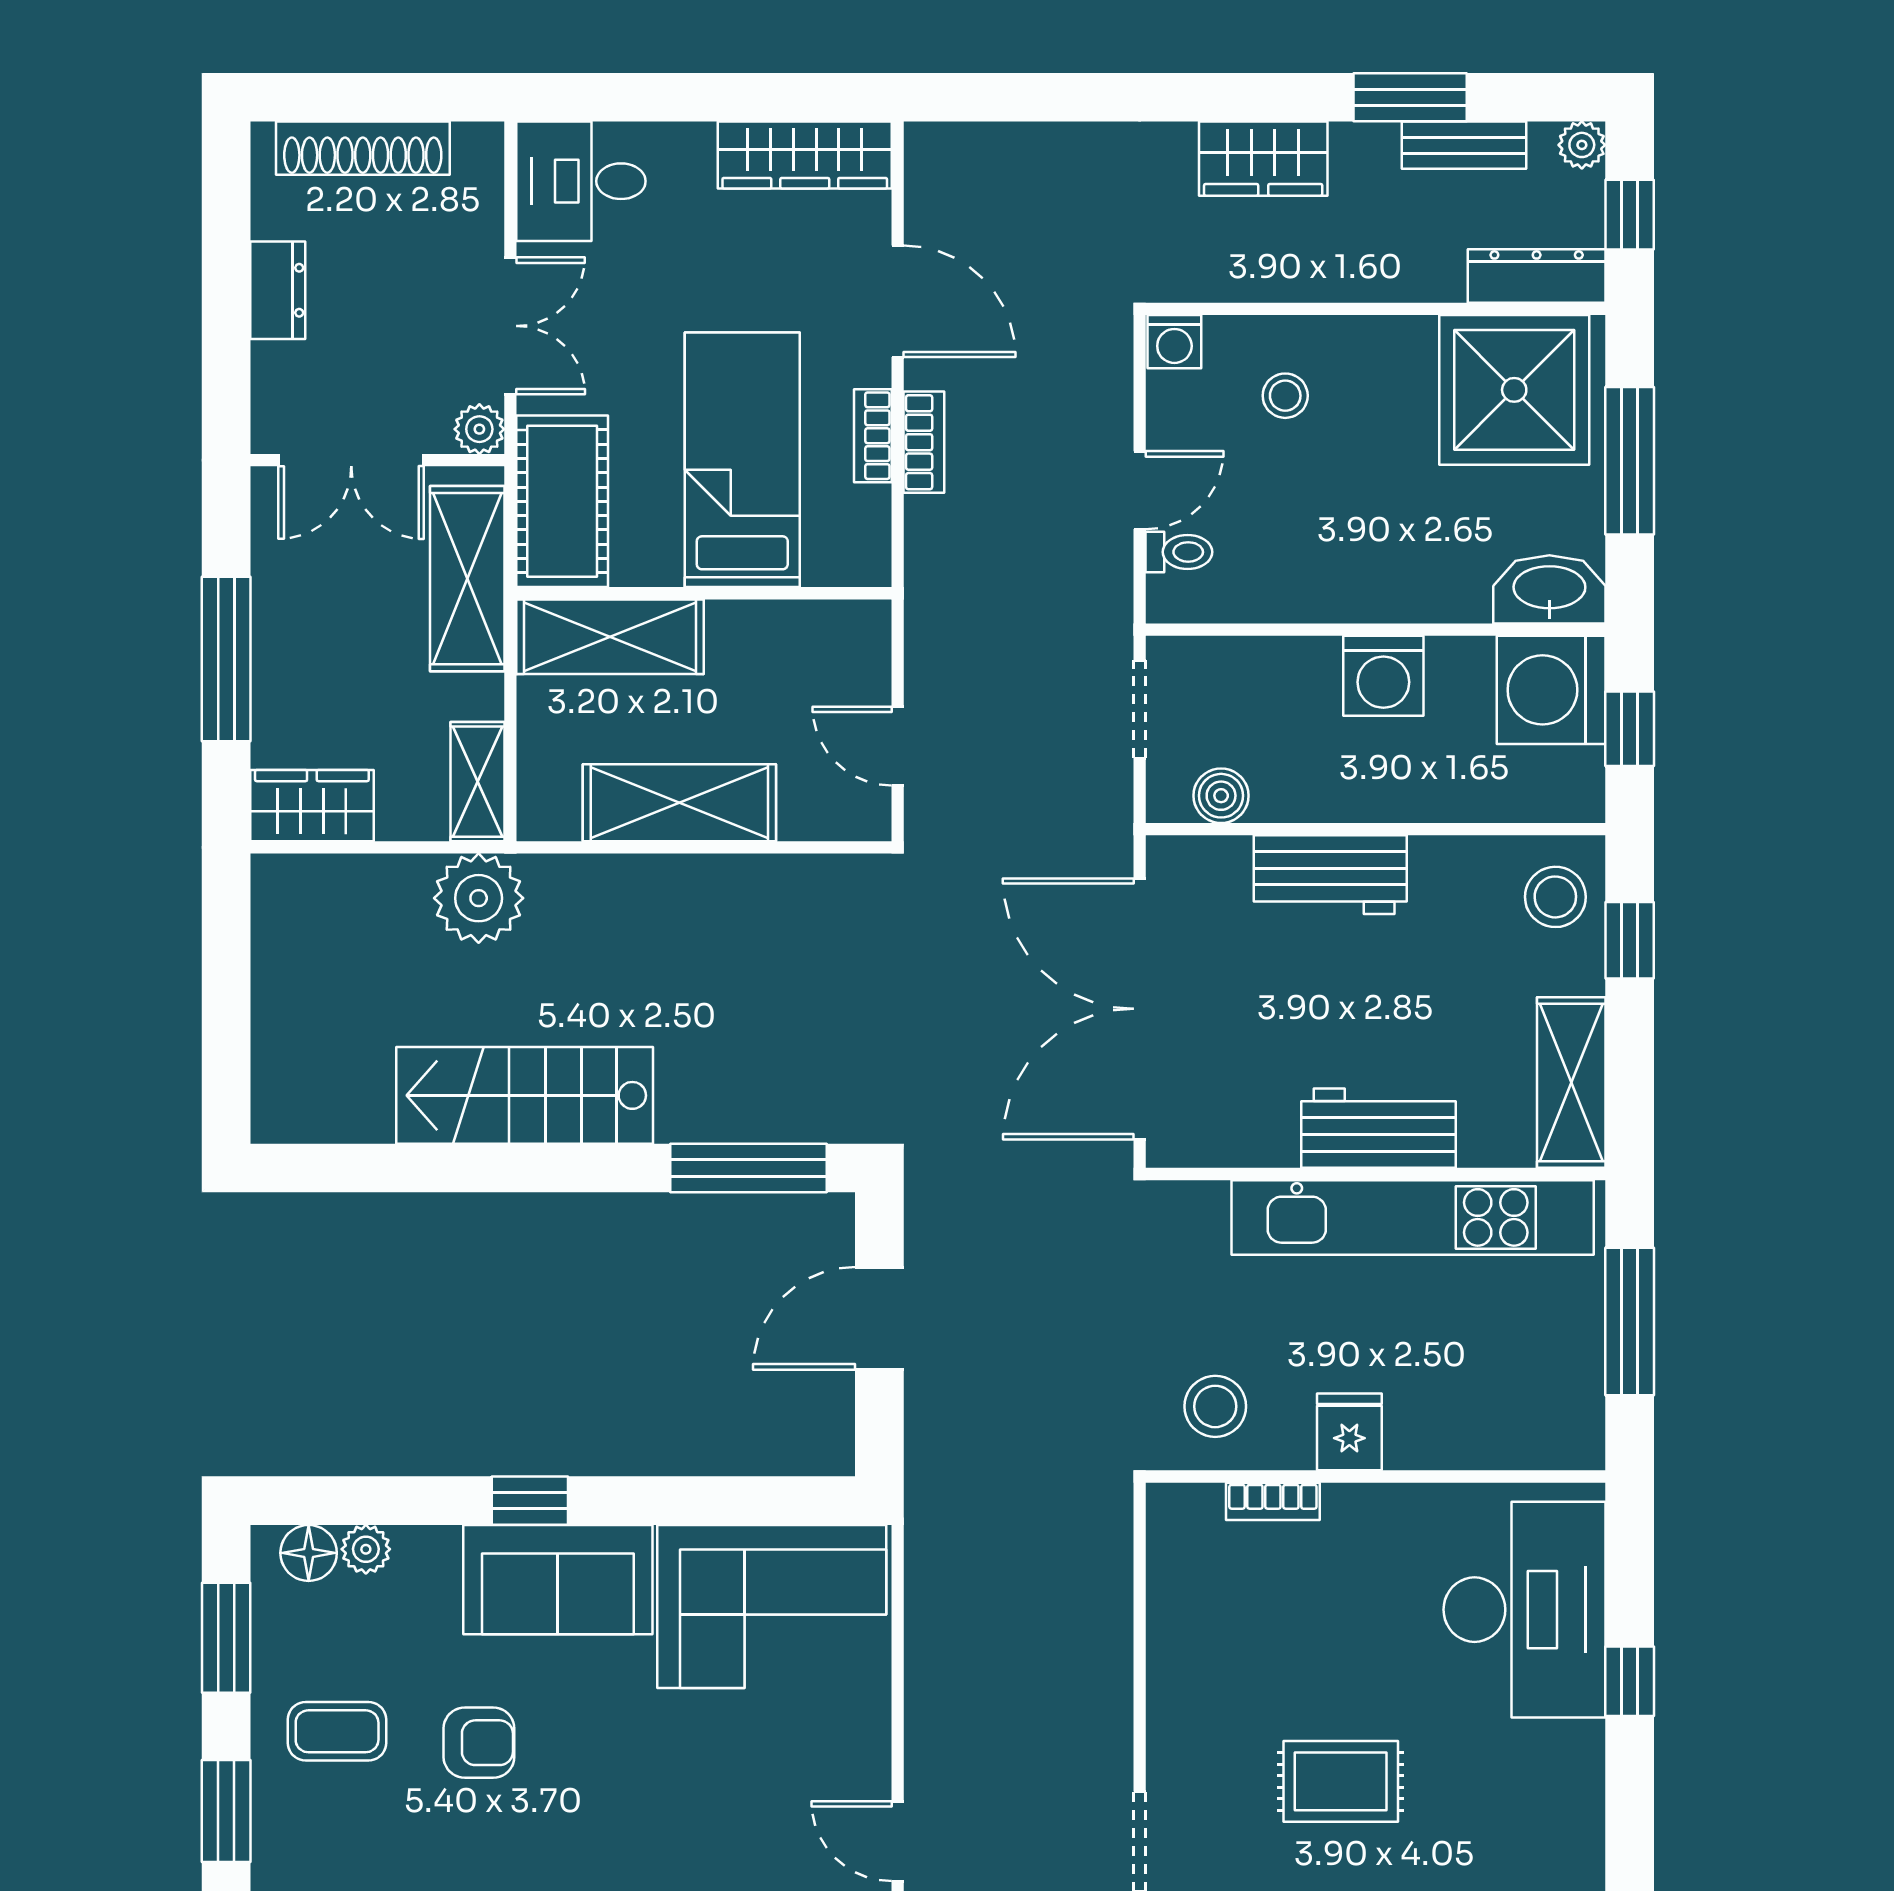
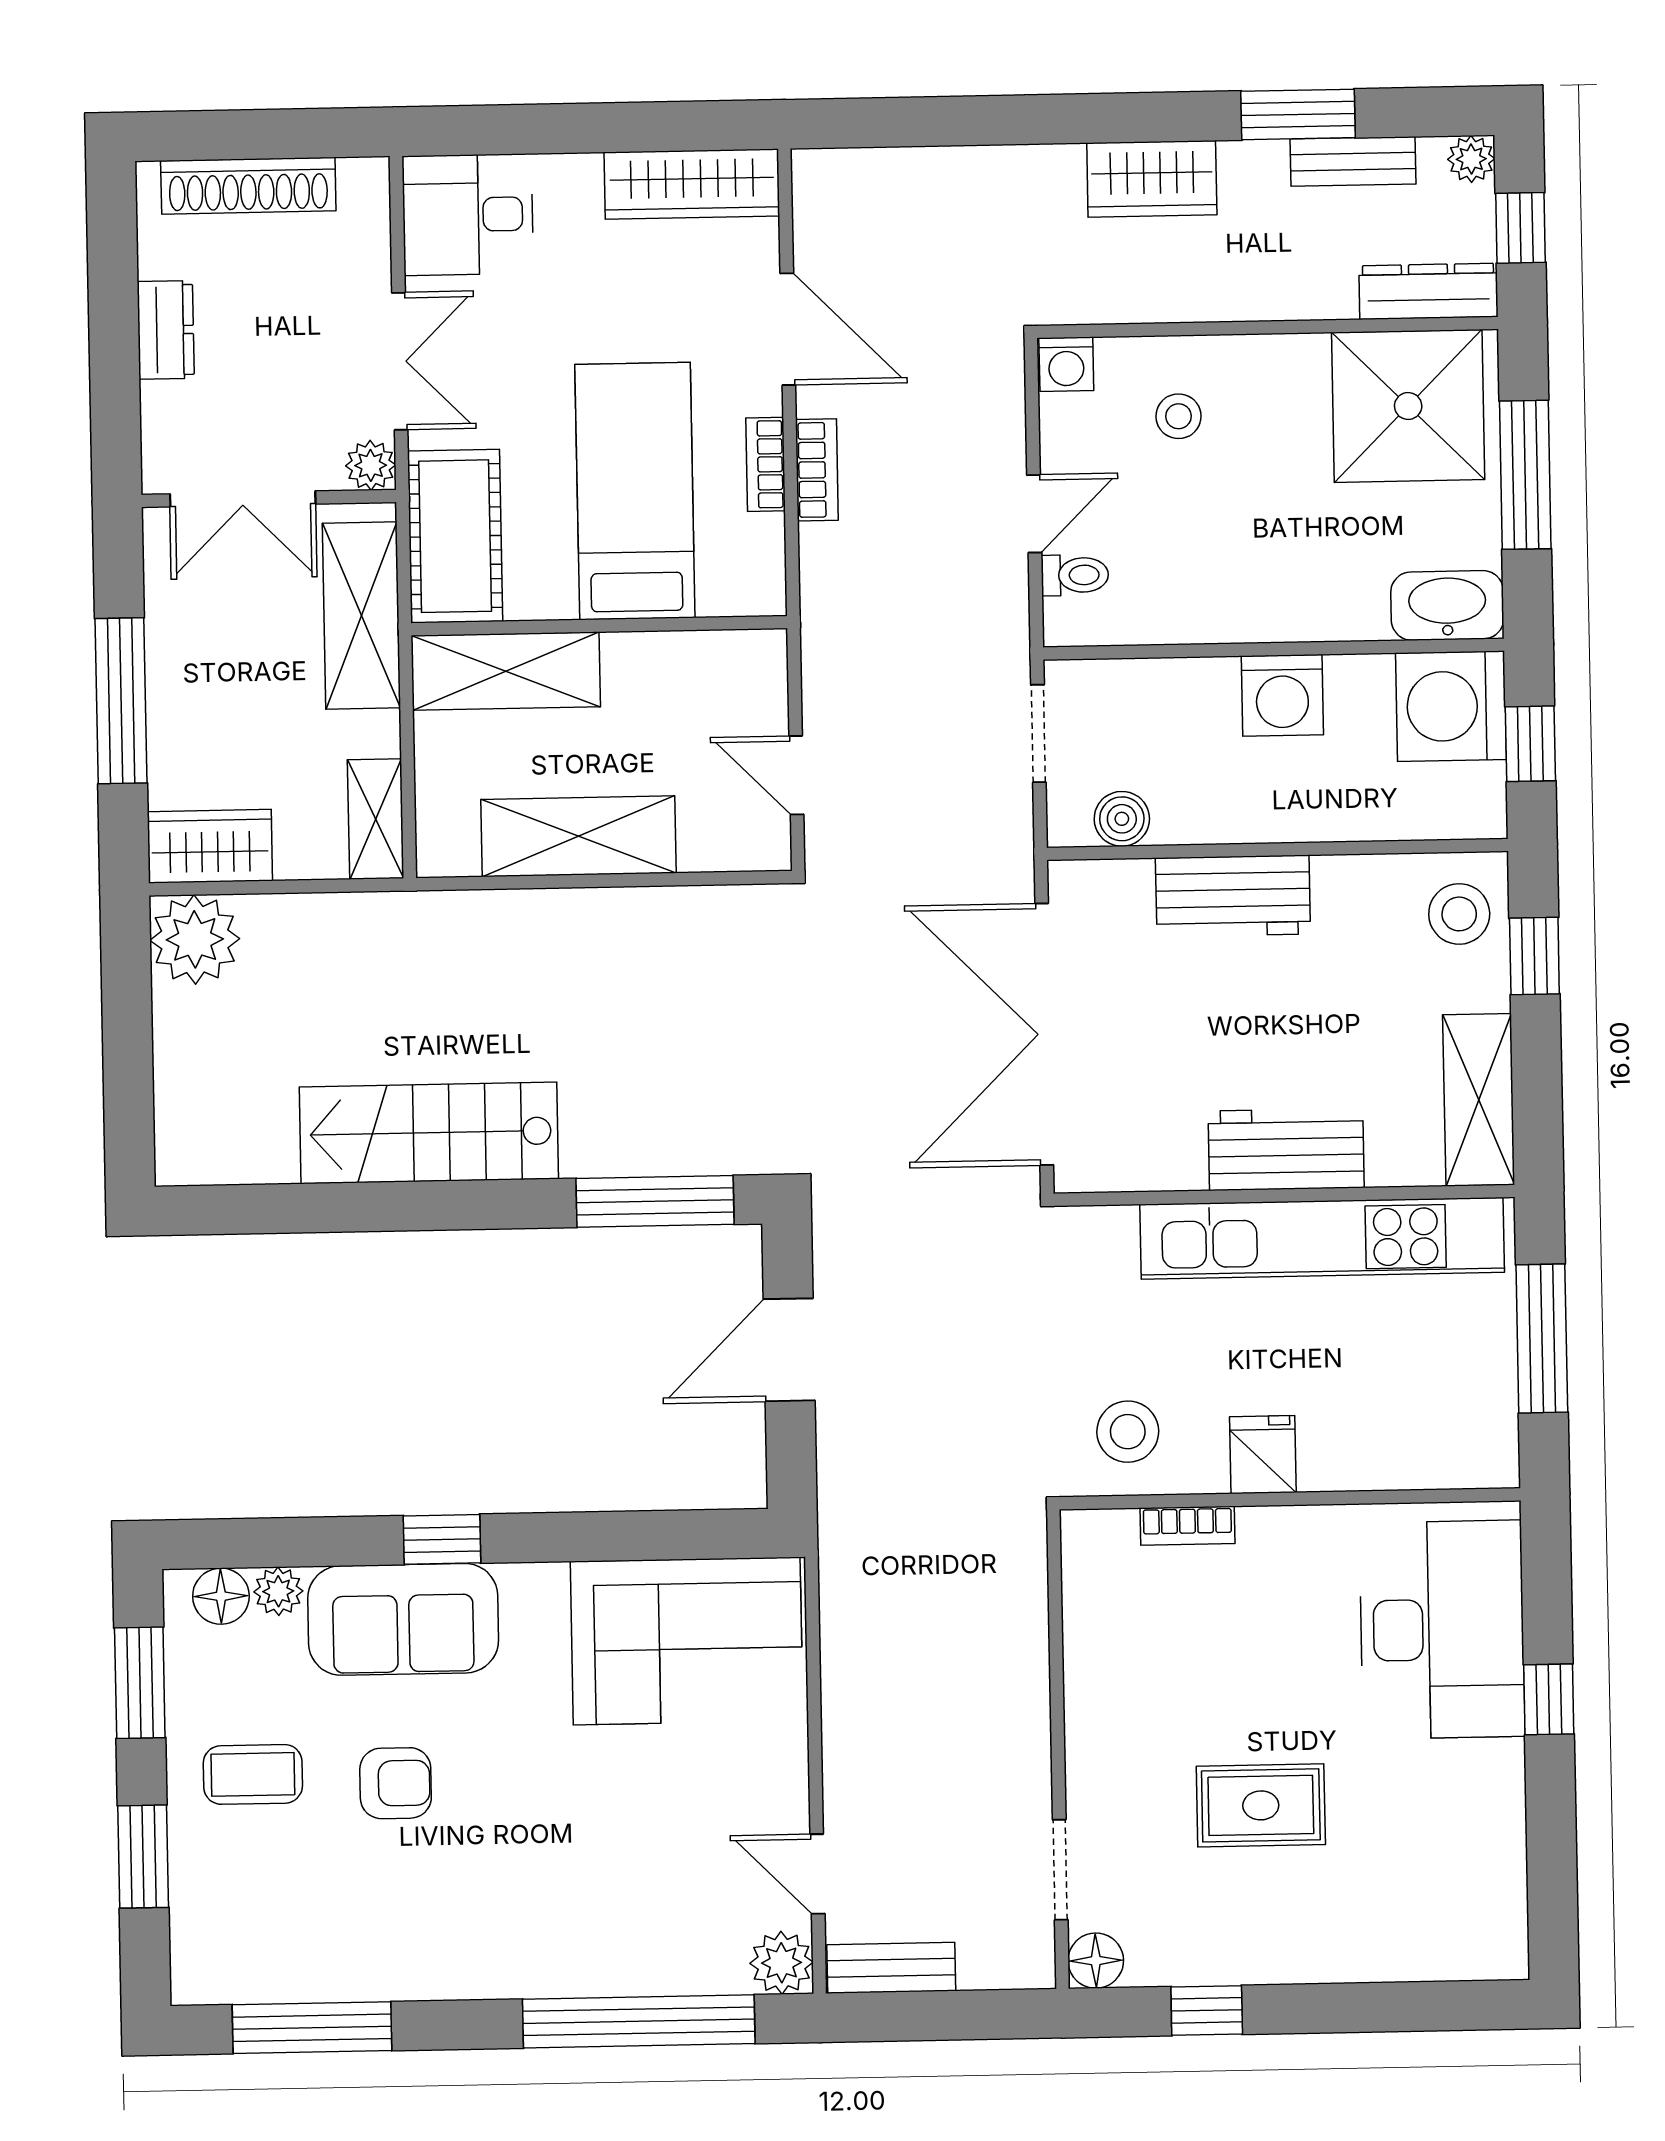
plant: (479, 898) -> (195, 939), moved
sofa: (558, 1580) -> (403, 1619), moved

